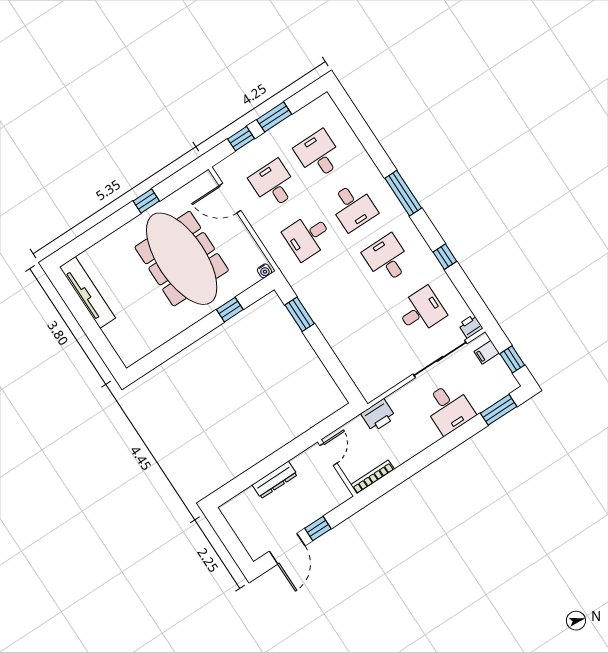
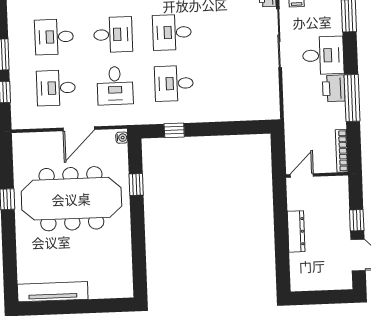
door: (230, 198) -> (79, 129), moved
desk: (421, 311) -> (174, 83), moved, turned -90
window: (300, 314) -> (174, 130), width x0.67
printer: (378, 415) -> (334, 88), moved, turned 180
door: (328, 454) -> (302, 175), hinge flipped
window: (426, 458) -> (352, 98), added

